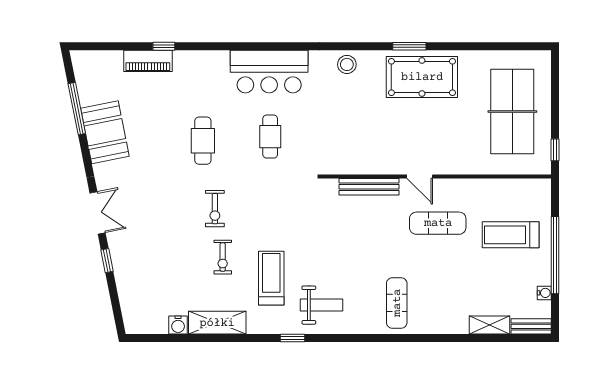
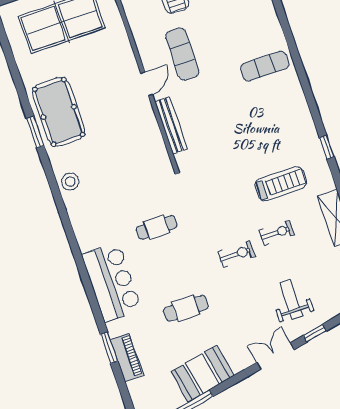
window: (164, 46) -> (109, 348), width x1.50
bar counter: (269, 72) -> (112, 282), moved
cafe table: (203, 141) -> (186, 308), moved
treadmill: (271, 278) -> (281, 184), turned 180
weight bench: (321, 305) -> (291, 299), moved

